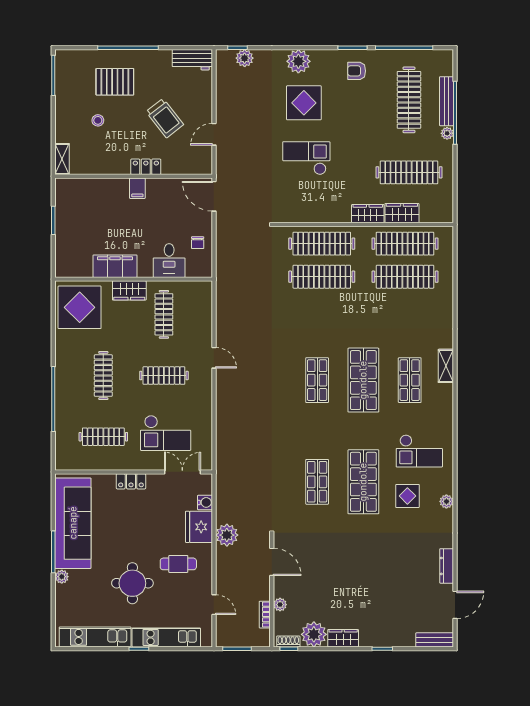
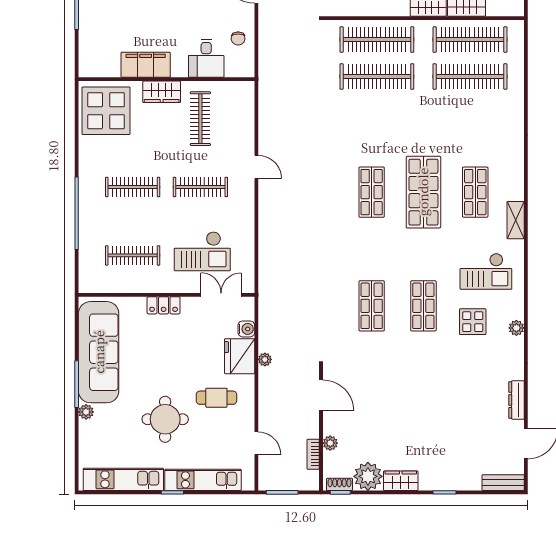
shelving: (446, 366) -> (516, 220), moved
clothes rail: (103, 376) -> (133, 187), turned 90
shop shelf: (363, 482) -> (423, 306), width x0.70, depth x0.74
plant: (227, 535) -> (265, 359), width x0.53, depth x0.53

